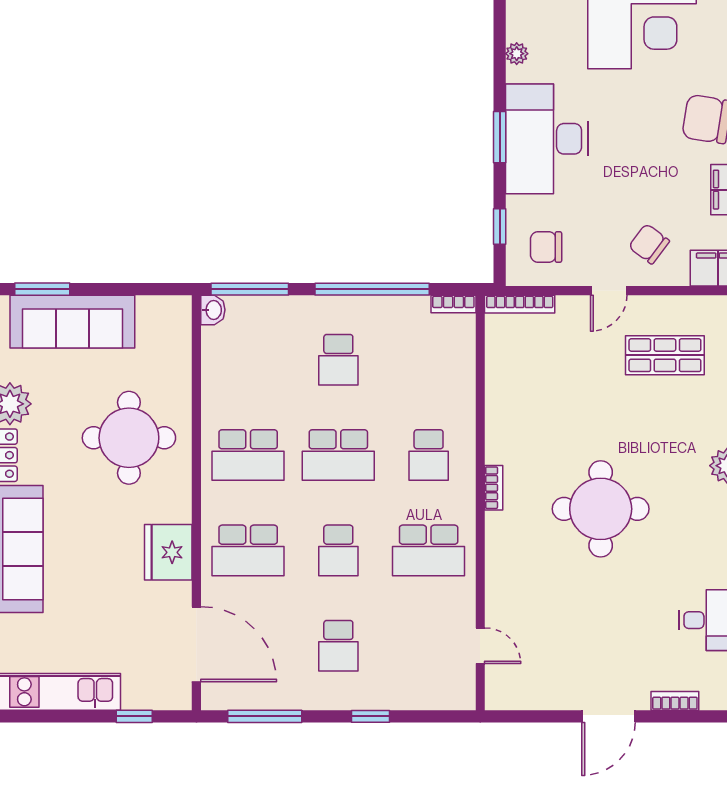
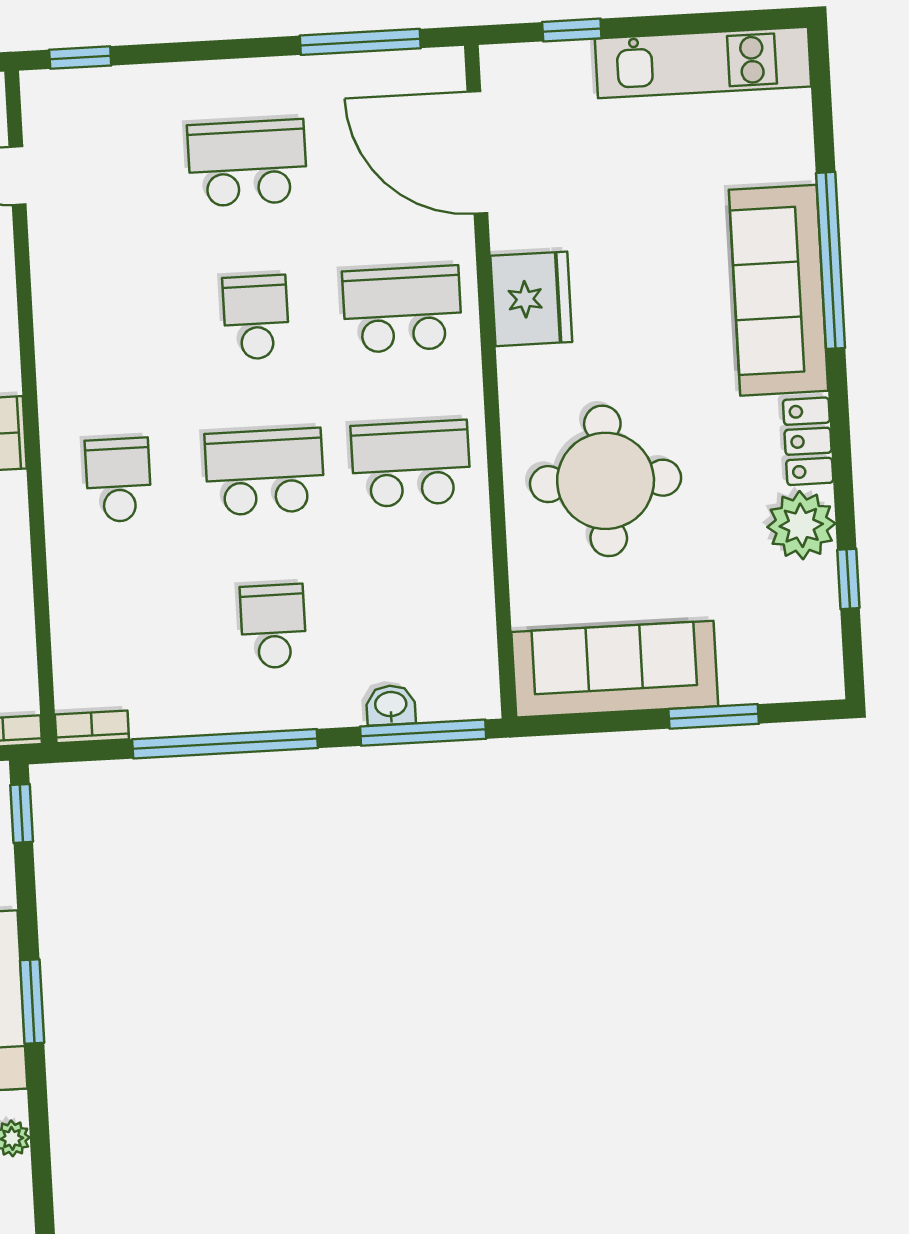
window: (500, 226) -> (22, 813), moved
window: (42, 289) -> (714, 716), moved
washbasin: (213, 310) -> (391, 705), moved, turned 90
sofa: (72, 322) -> (615, 669), moved
school desk: (429, 550) -> (110, 326), removed
school desk: (338, 646) -> (247, 163), width x1.85
window: (371, 716) -> (80, 58), moved

